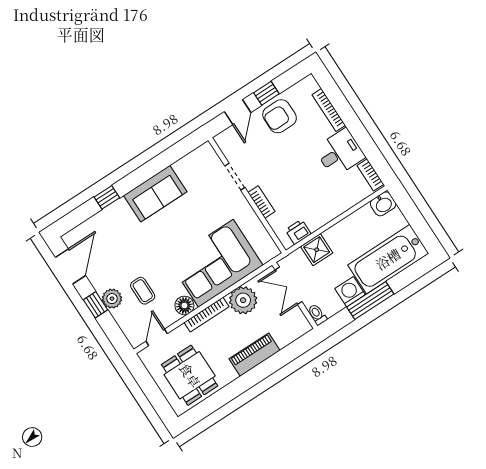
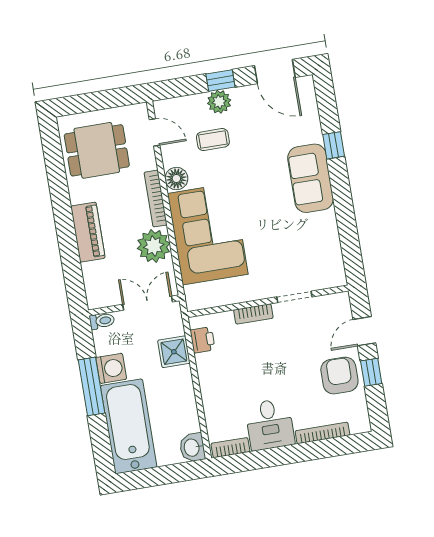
door: (238, 112) -> (364, 331), hinge flipped
sofa: (155, 194) -> (311, 178), moved

